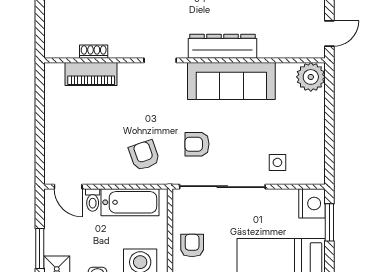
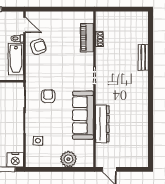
dresser: (222, 46) -> (102, 124), moved
plant: (311, 77) -> (68, 159), moved
armchair: (144, 155) -> (38, 47), moved
door: (68, 187) -> (25, 25), swing flipped

